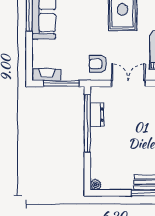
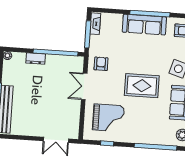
double door: (128, 83) -> (84, 86), swing flipped
dresser: (97, 115) -> (36, 59), moved

